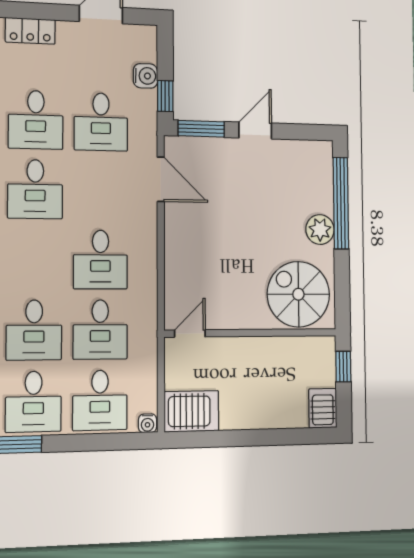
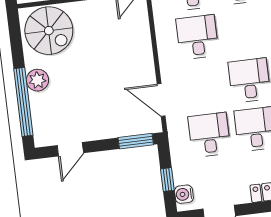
water cooler: (145, 76) -> (184, 194), moved
window: (165, 96) -> (167, 180), moved
door: (255, 130) -> (70, 149), moved

